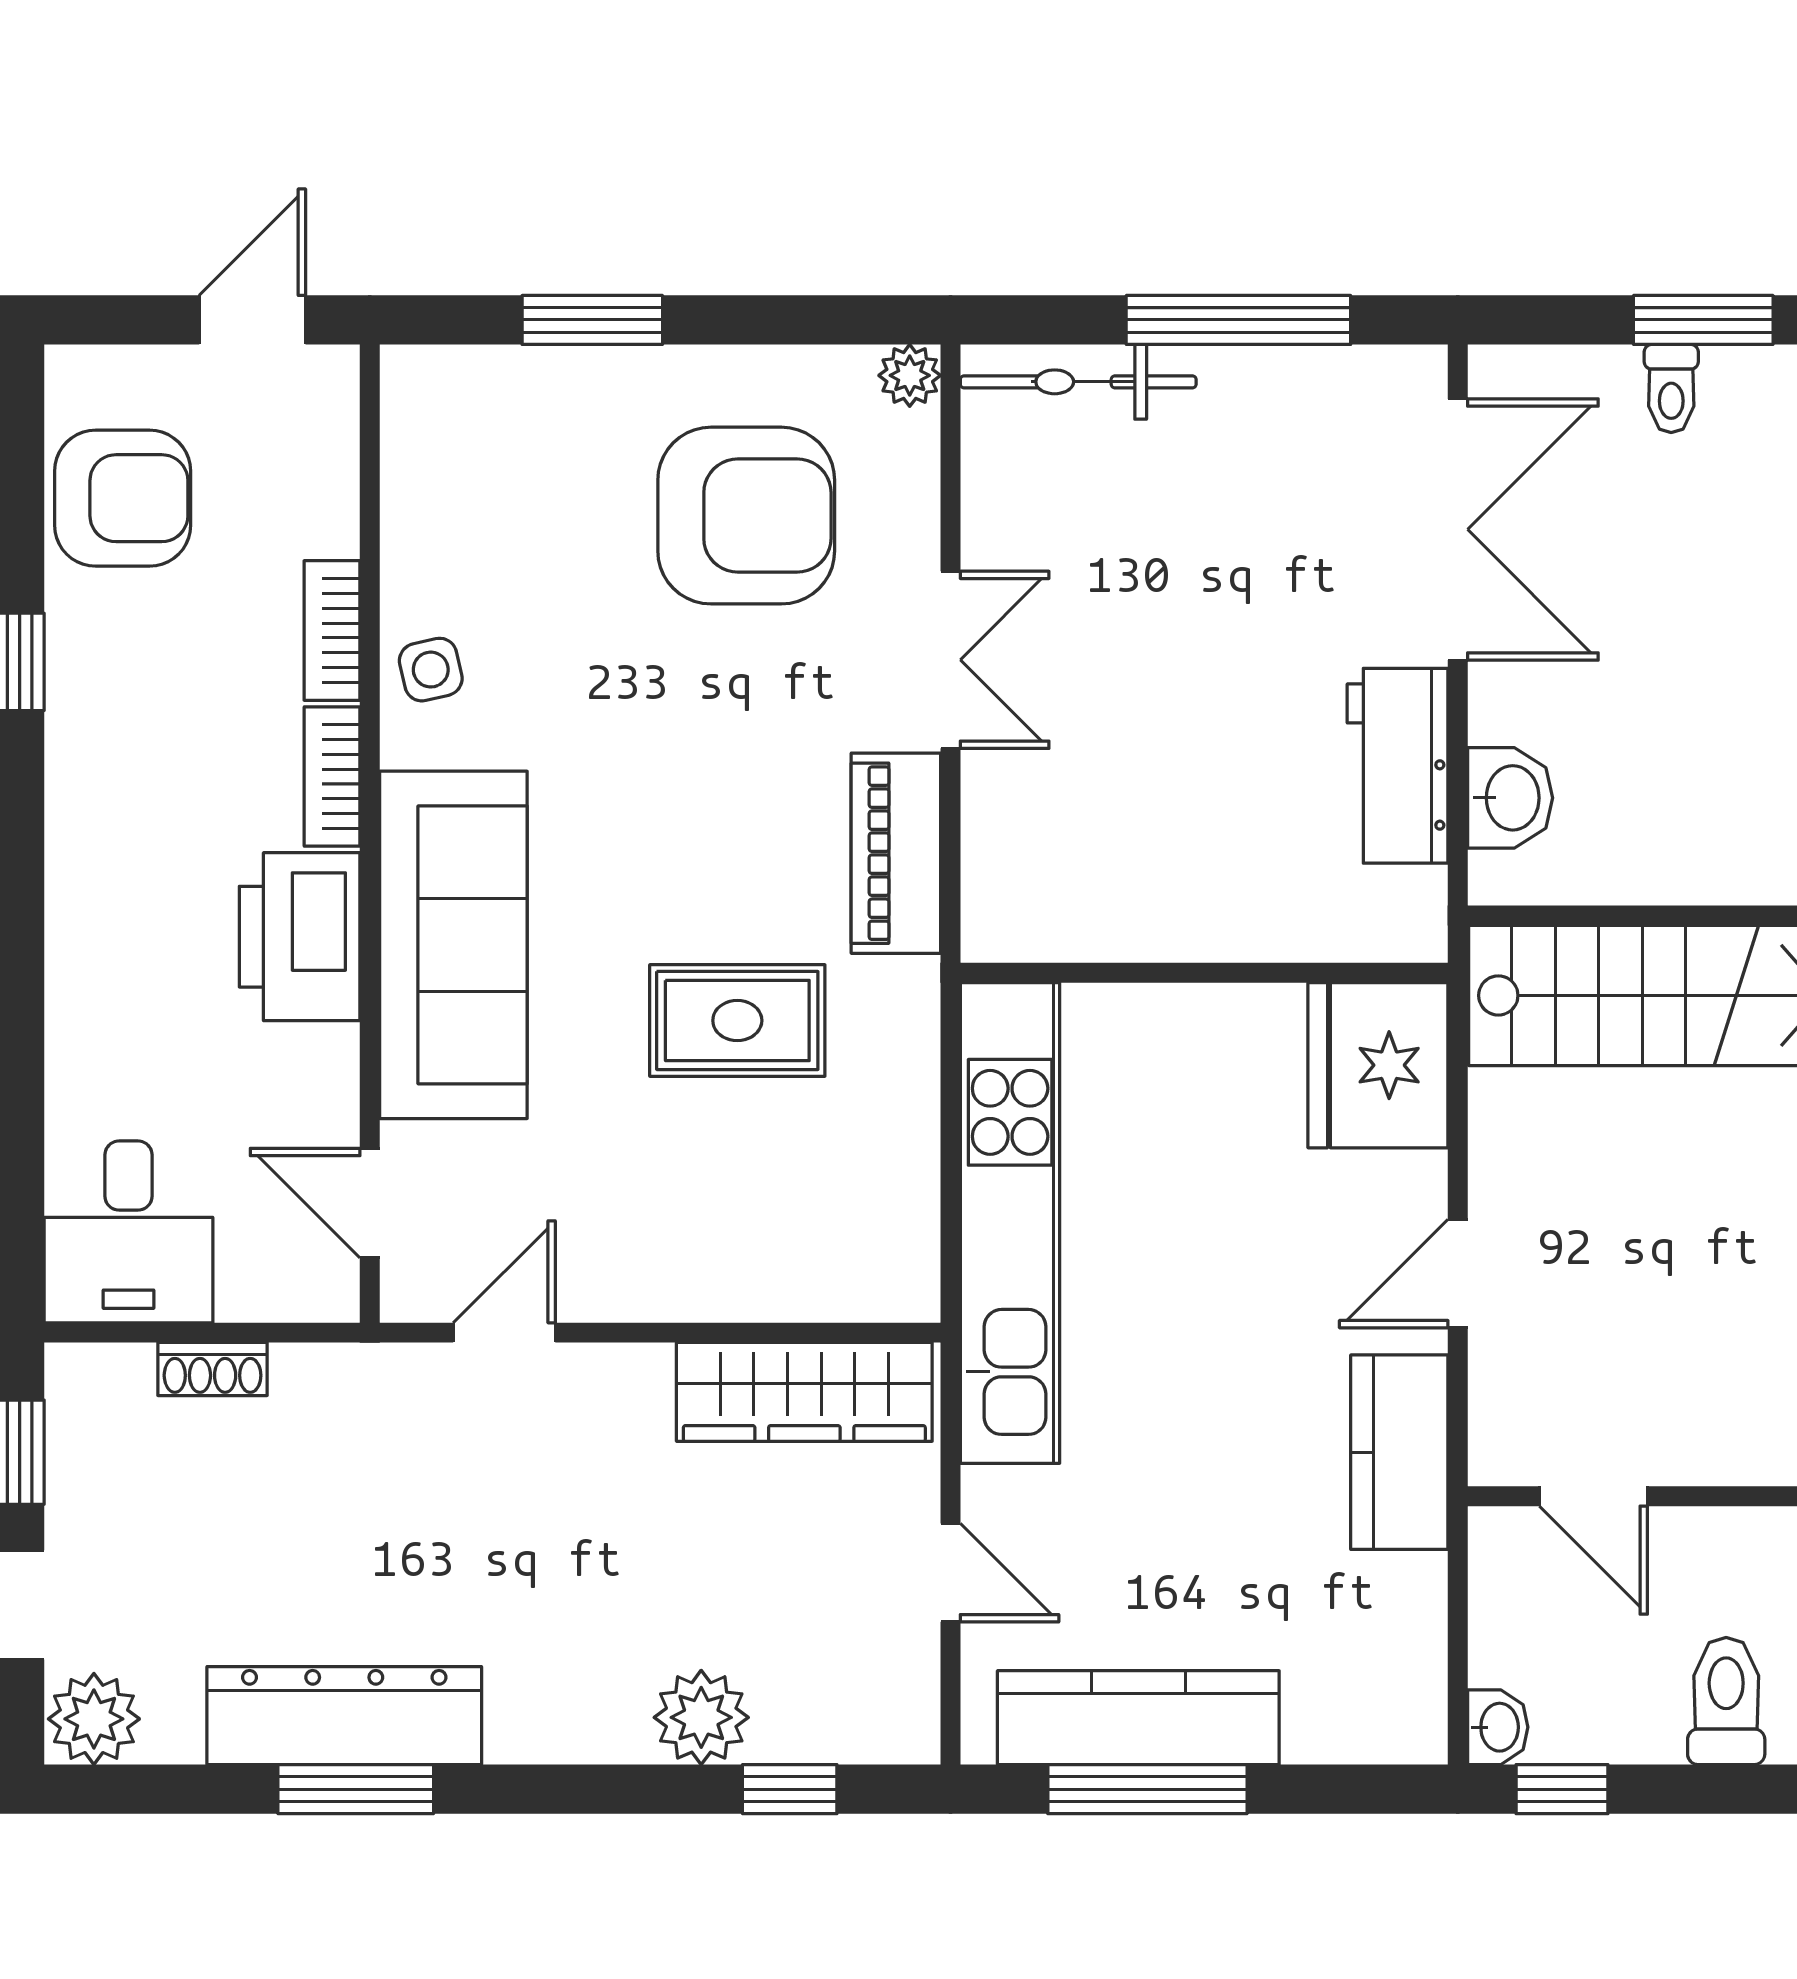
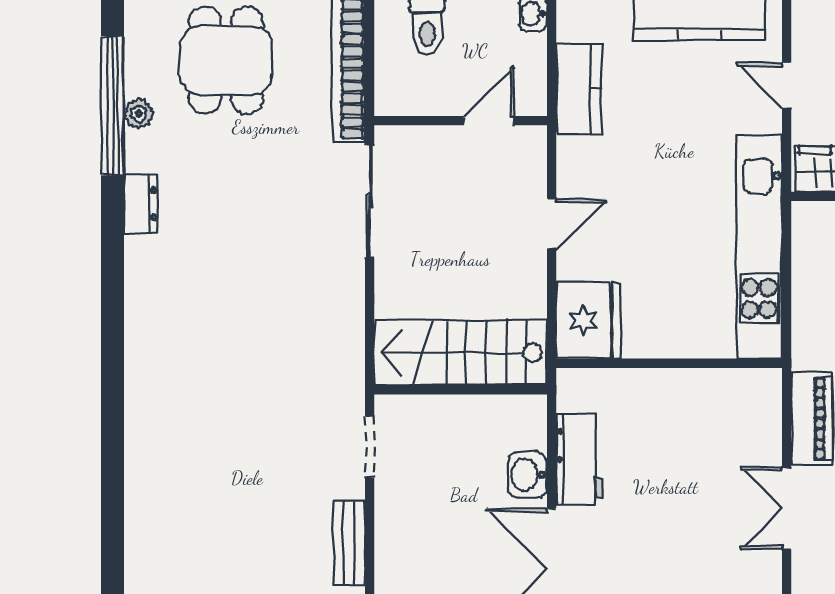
washbasin: (1510, 798) -> (527, 475), moved
kitchen counter: (1399, 1452) -> (579, 89), moved
door: (1593, 1496) -> (489, 121), hinge flipped

